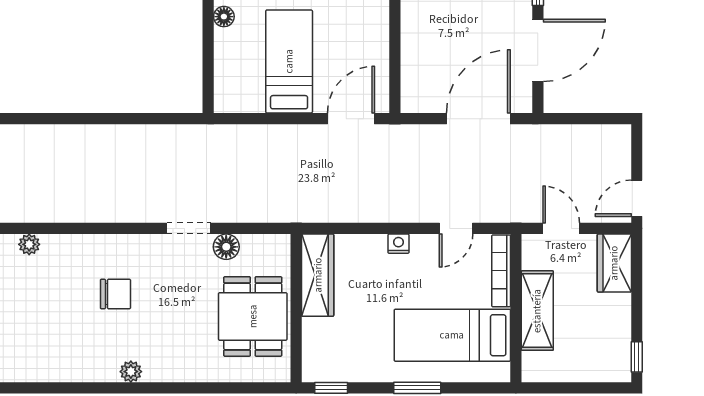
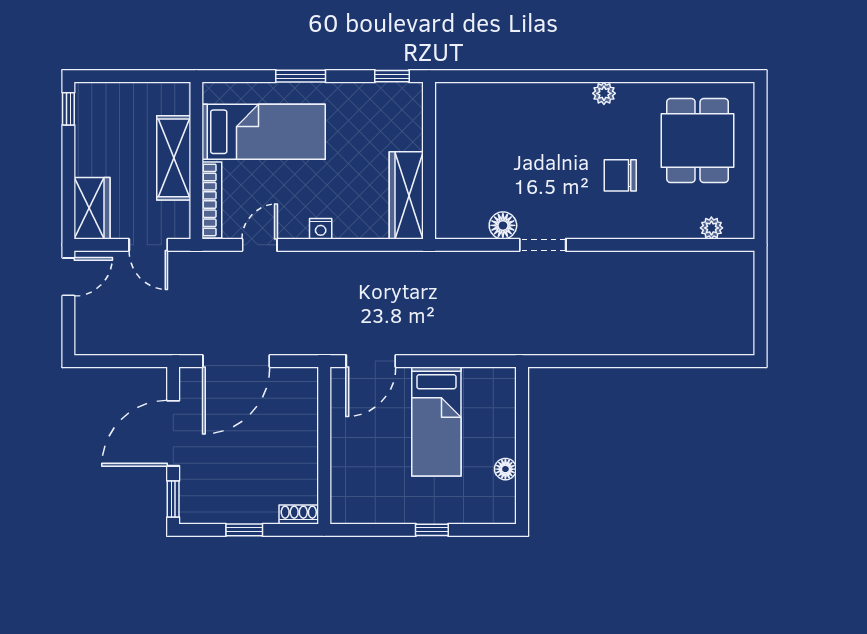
dining table: (253, 316) -> (698, 141), moved

